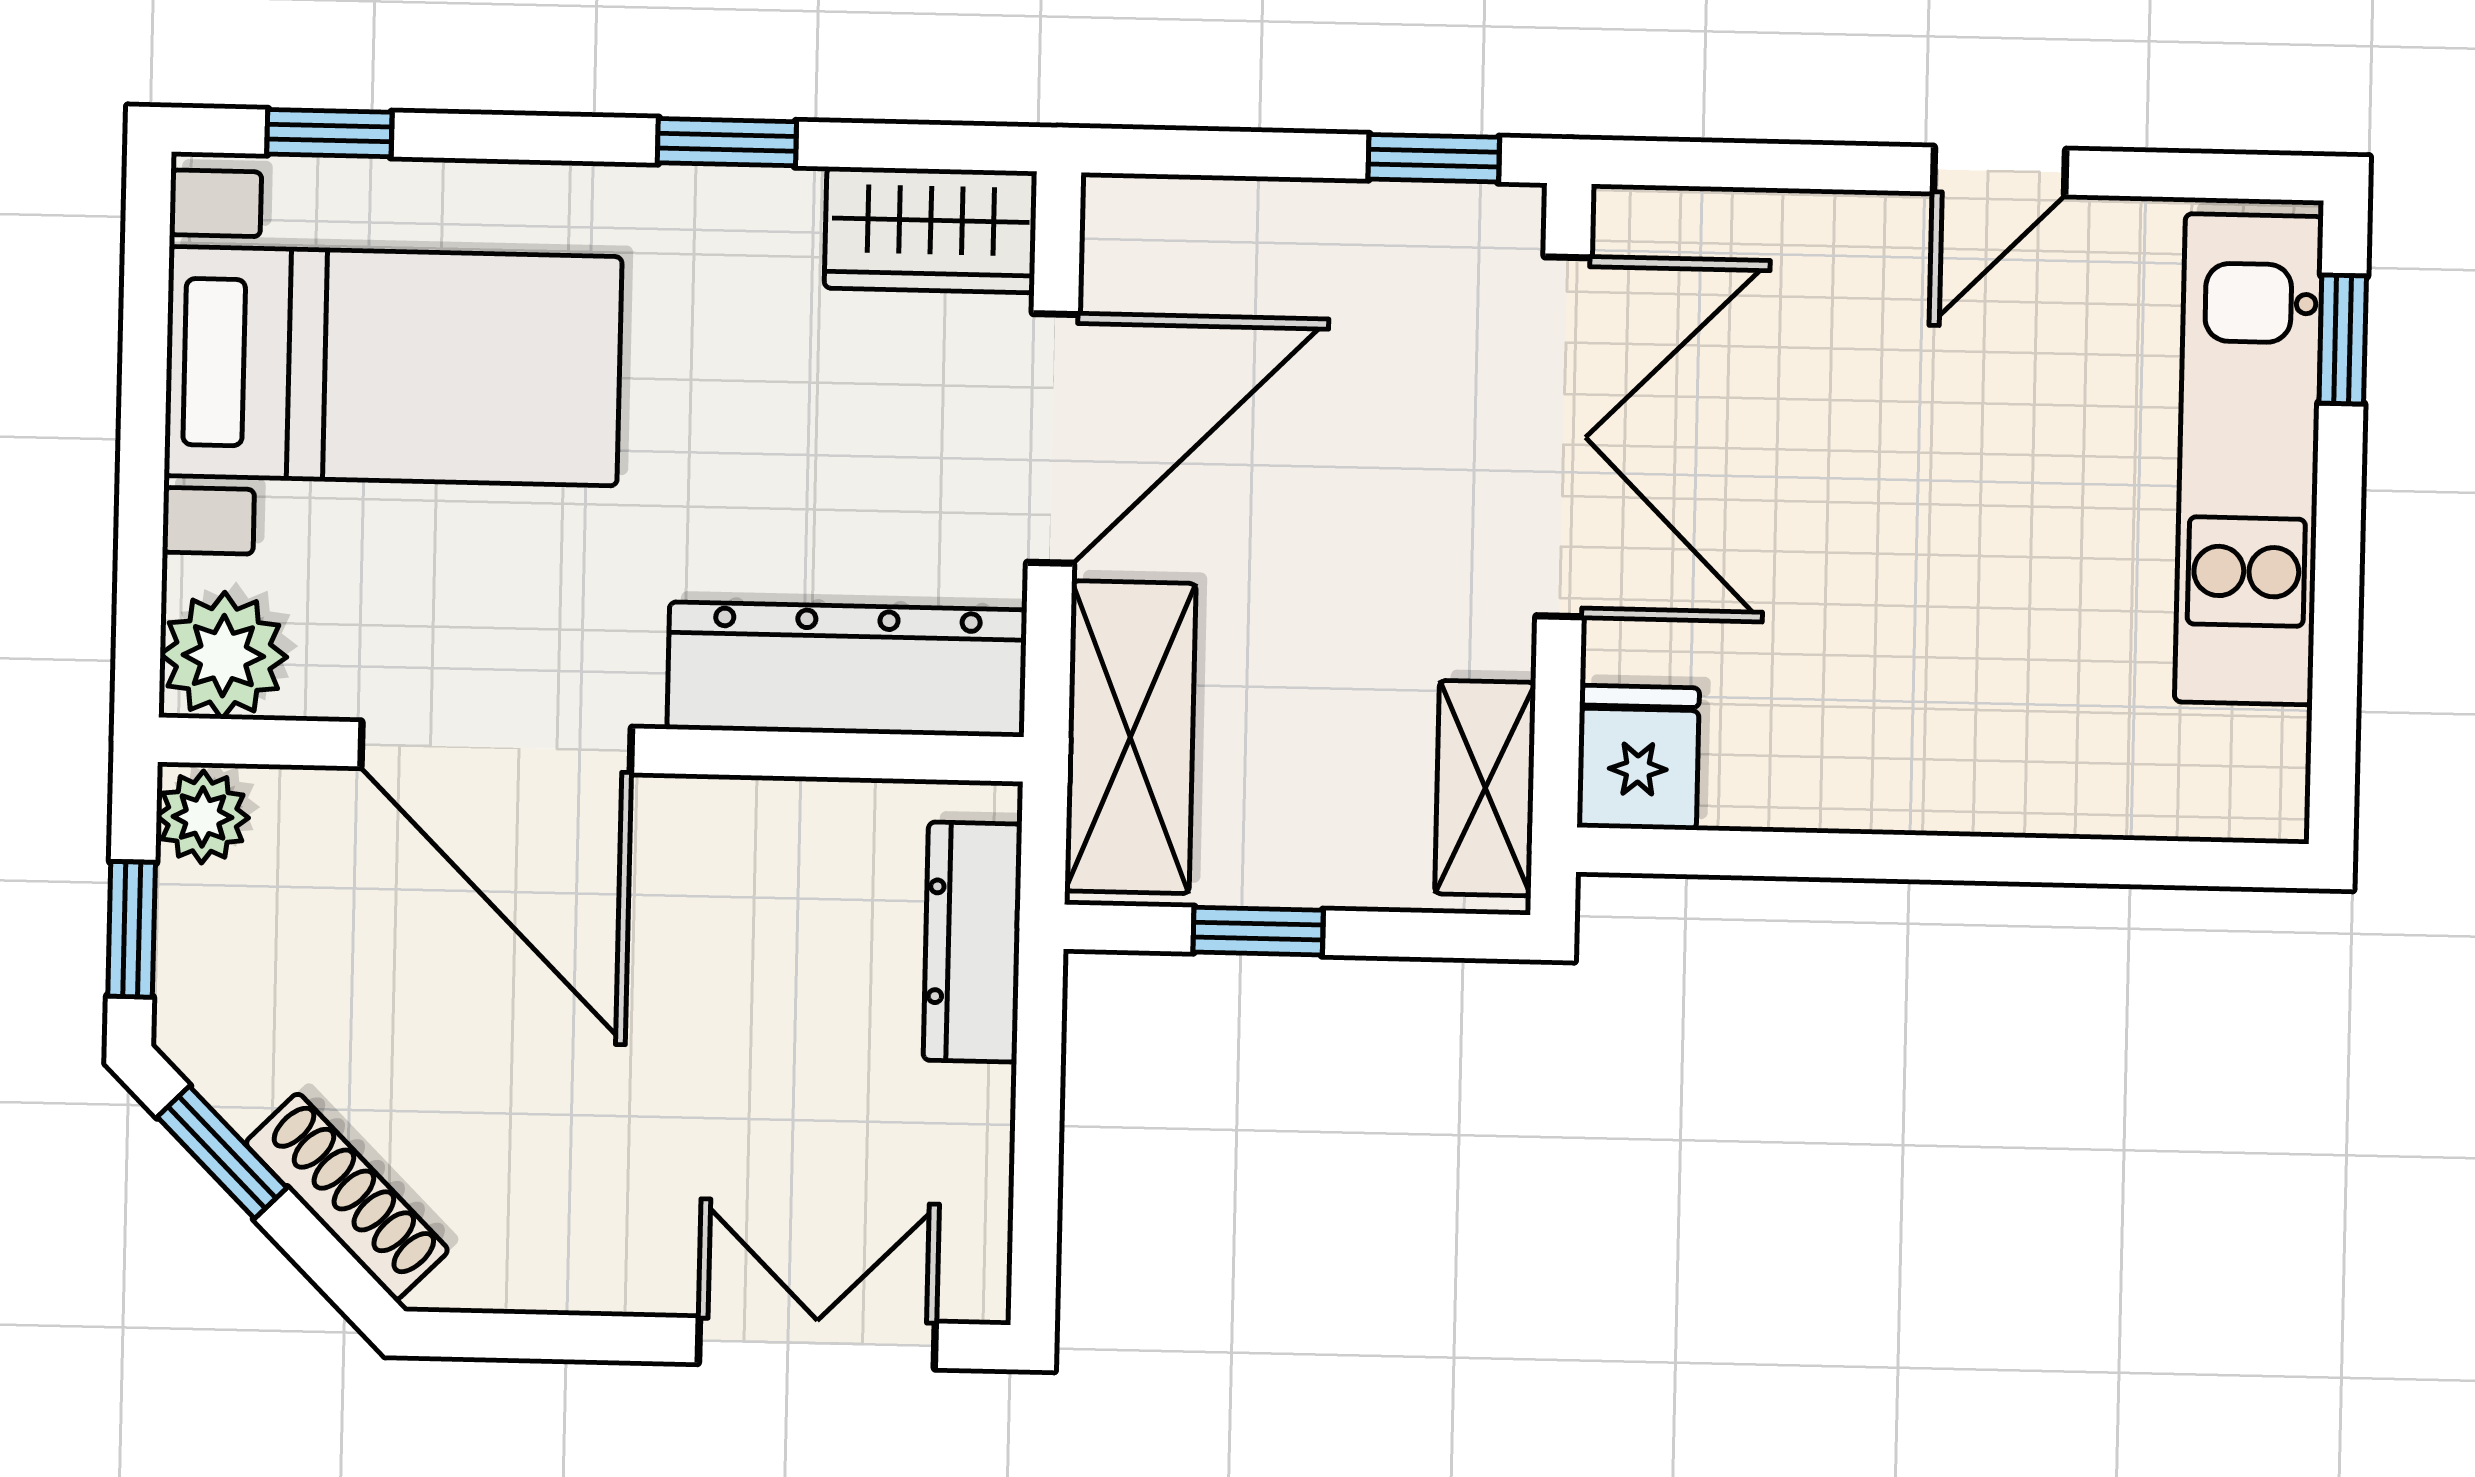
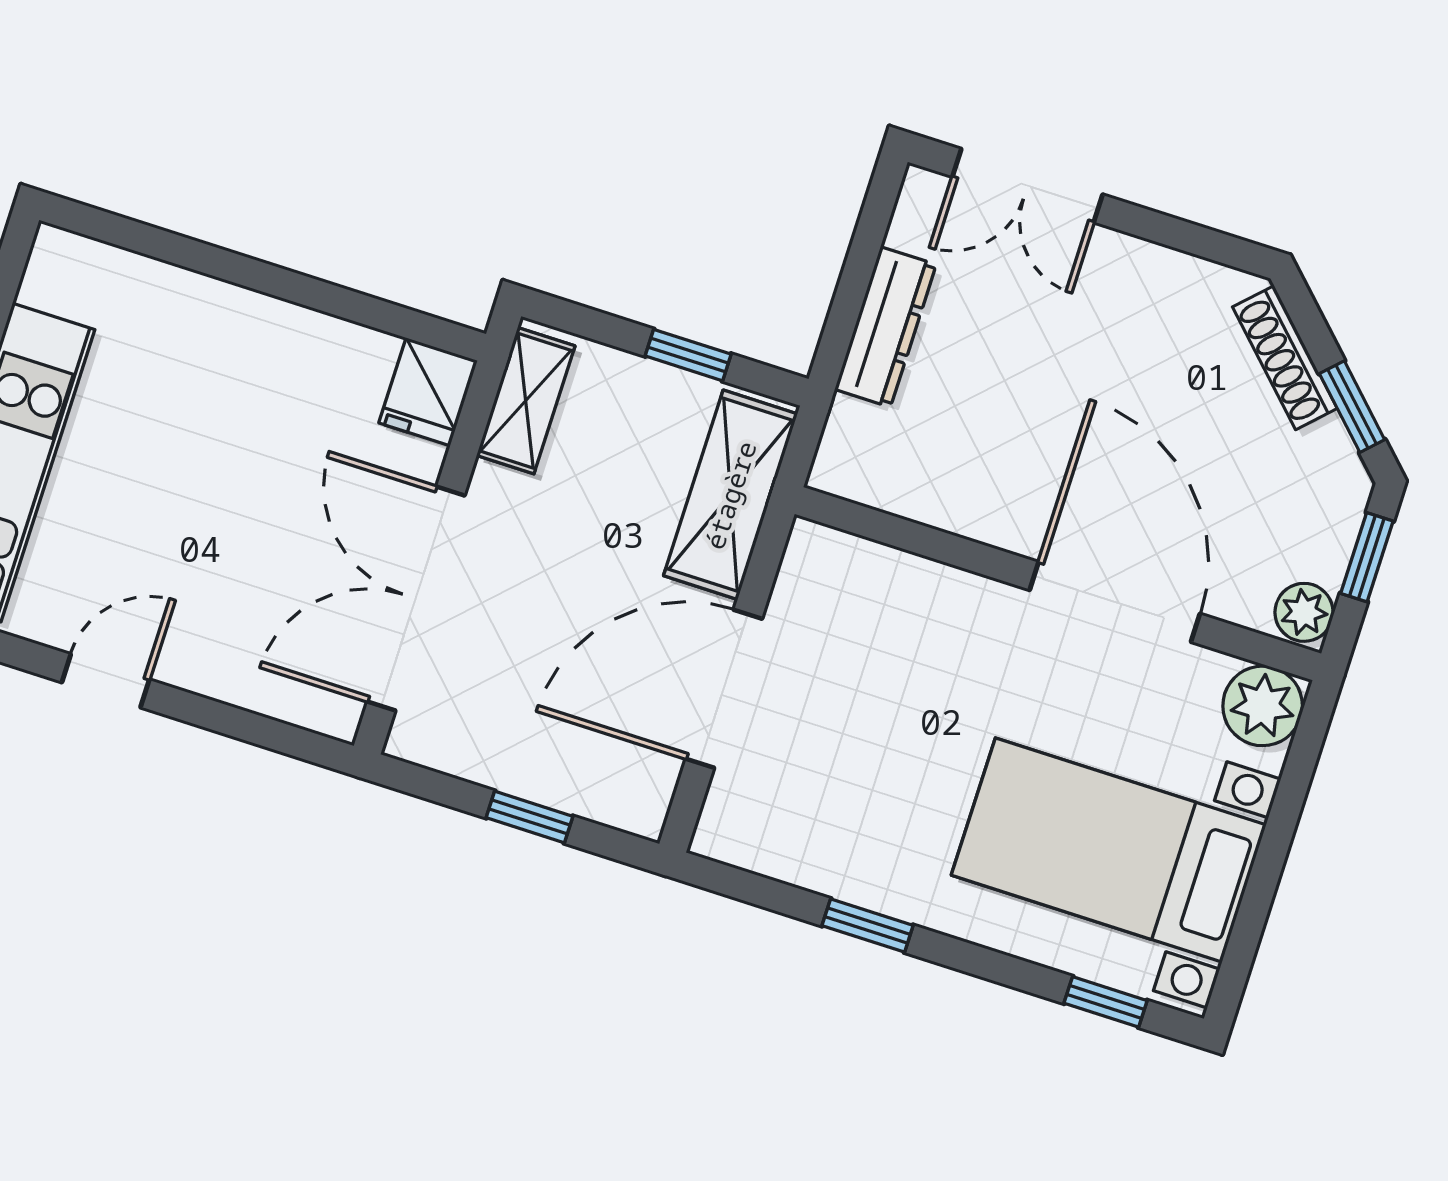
window: (1434, 158) -> (530, 817), moved
wardrobe: (931, 230) -> (760, 836), removed
dresser: (847, 669) -> (889, 586), removed
dresser: (973, 942) -> (886, 327), moved

